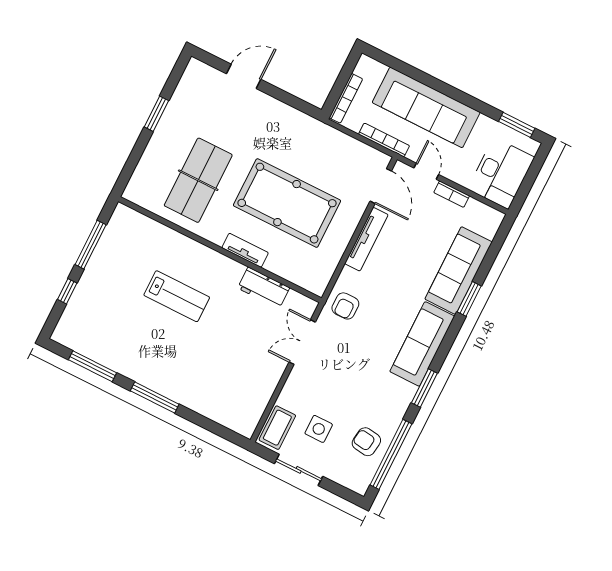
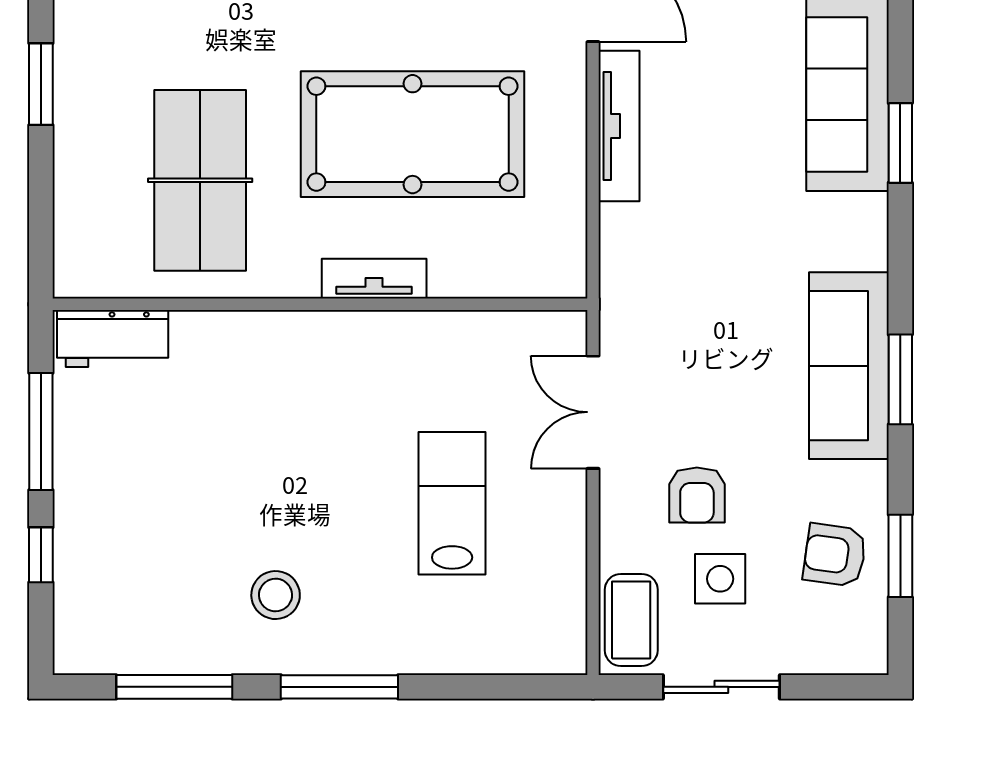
workbench: (264, 288) -> (113, 339), moved
lab bench: (177, 296) -> (452, 503), moved, turned -90
armchair: (345, 306) -> (697, 495), moved
sofa: (422, 344) -> (849, 366), moved
stool: (148, 351) -> (276, 595), added
window: (391, 454) -> (900, 556), width x0.47

